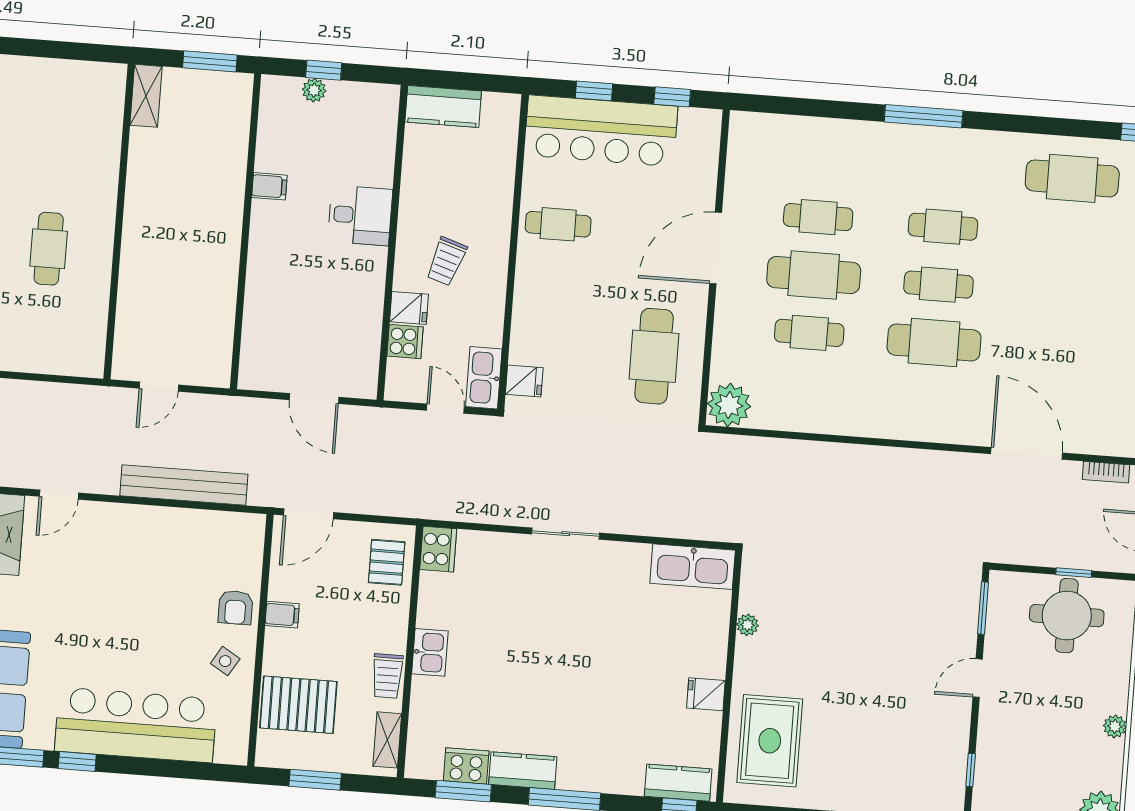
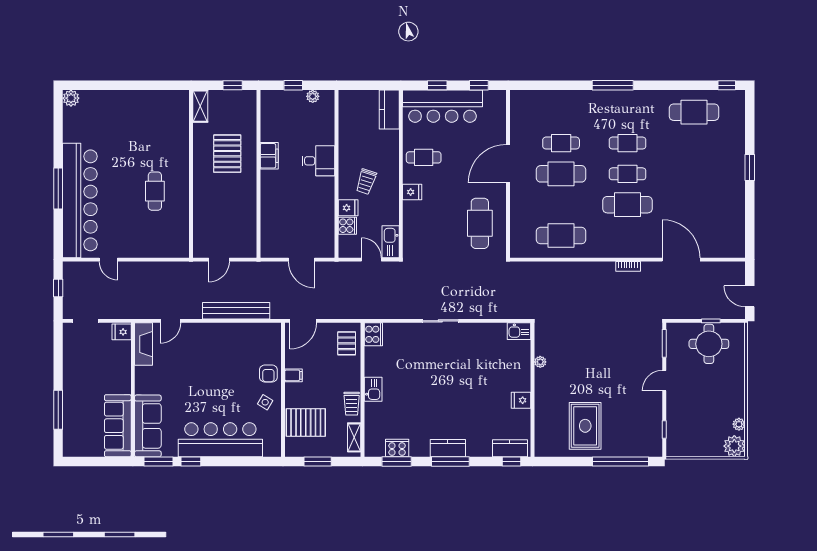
window: (210, 61) -> (233, 85), width x0.67
plant: (314, 90) -> (313, 96), moved
kitchen counter: (443, 106) -> (389, 110), moved, turned 90
filing cabinet: (269, 186) -> (269, 156), width x2.00
pallet: (190, 189) -> (227, 154), added
cafe table: (809, 333) -> (561, 236), moved, width x1.37, depth x1.35
fridge: (524, 381) -> (412, 192), moved
plant: (729, 405) -> (522, 246), removed
bookcase: (1106, 472) -> (628, 266), moved
kitchen sink: (693, 567) -> (519, 331), width x0.53, depth x0.81
plant: (1115, 726) -> (739, 424), moved
rug: (770, 741) -> (585, 426), moved
kitchen counter: (523, 771) -> (448, 448), moved

